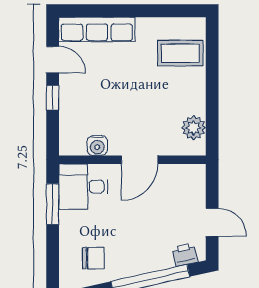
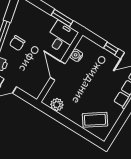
coffee table: (180, 53) -> (95, 120), turned 55
chair: (93, 258) -> (17, 43), moved

